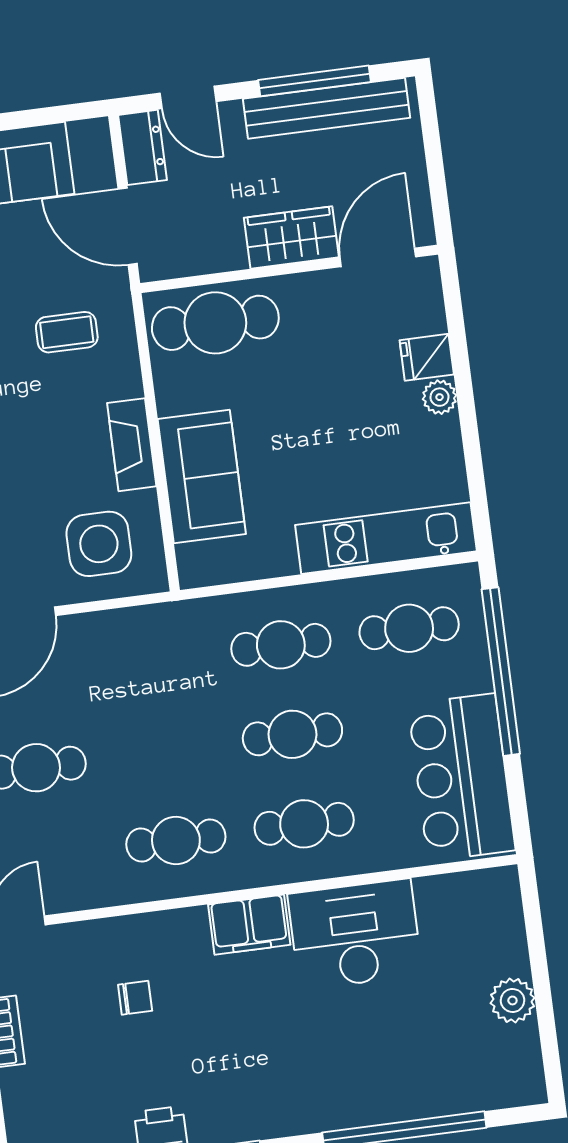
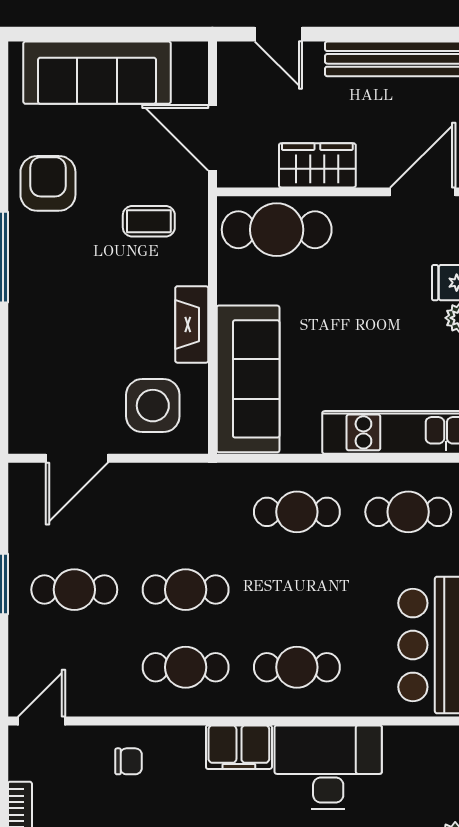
window: (315, 81) -> (388, 34), removed
dresser: (143, 147) -> (234, 72), removed
wardrobe: (291, 237) -> (317, 165), moved
sofa: (202, 477) -> (248, 379), width x1.36
cafe table: (292, 734) -> (186, 590), moved
chair: (135, 998) -> (129, 761), moved

